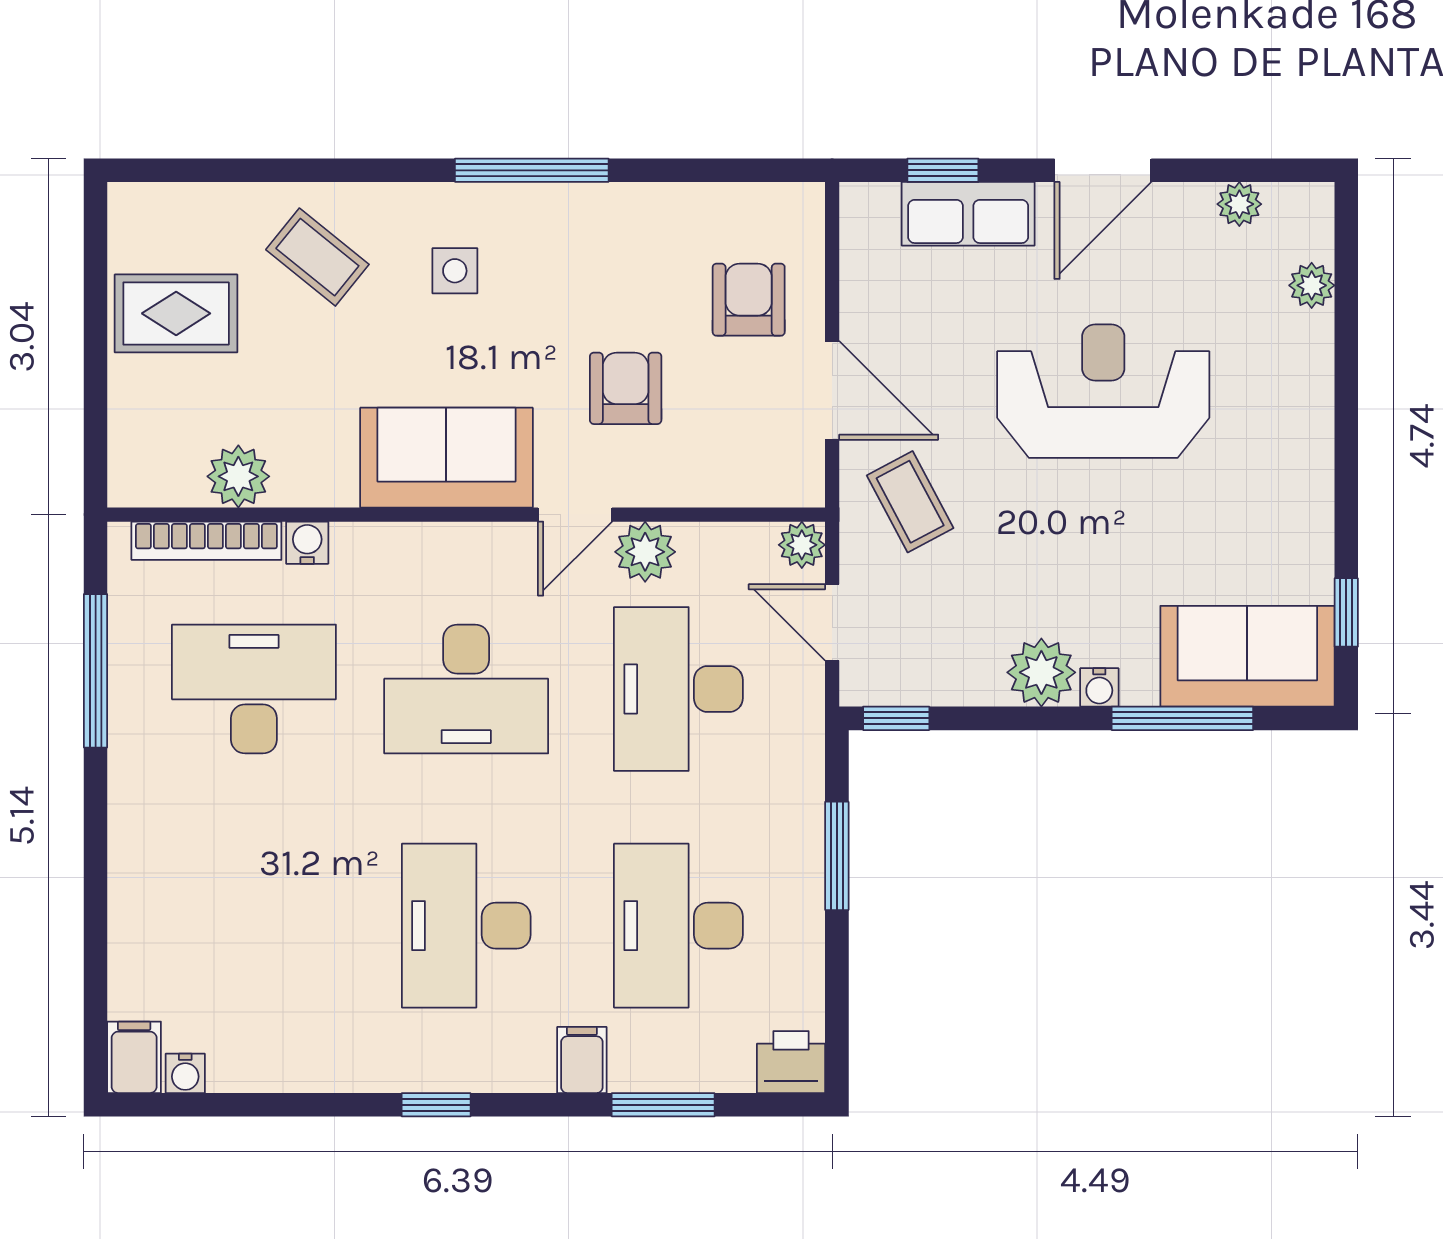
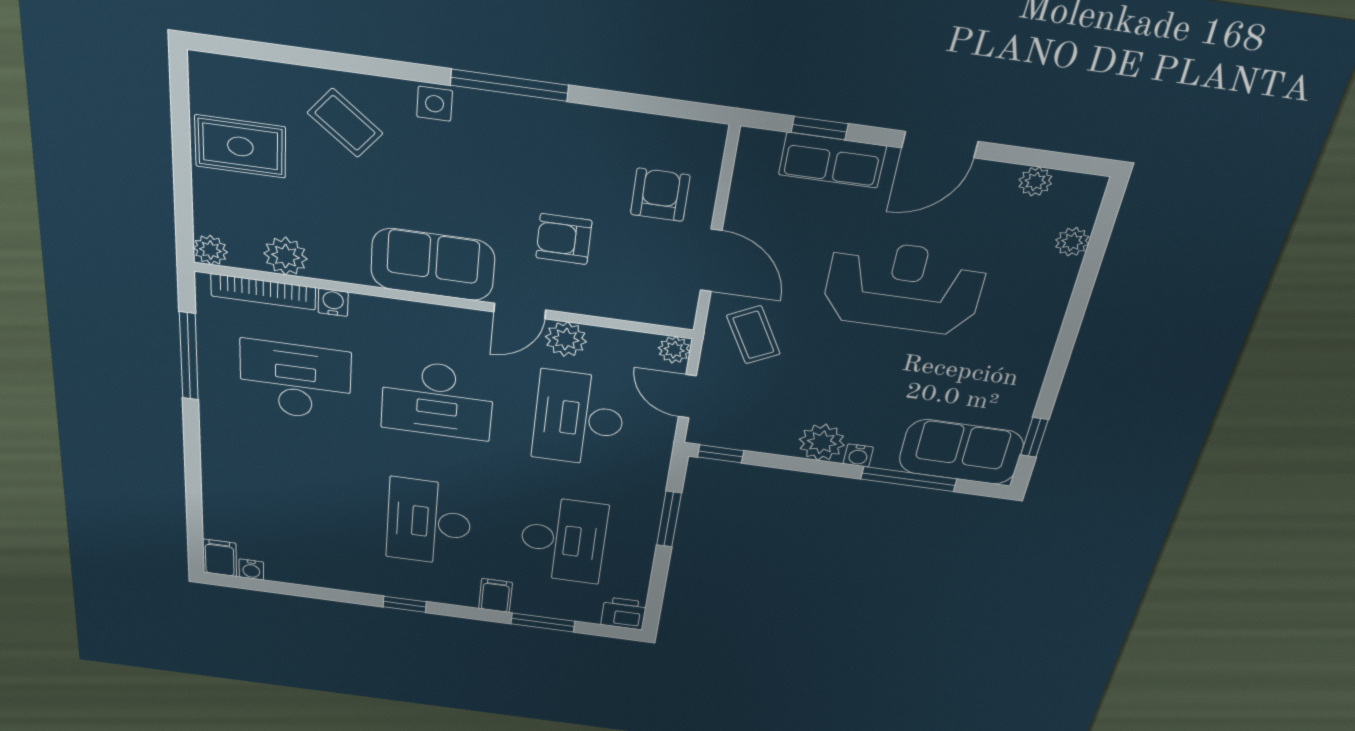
side table: (455, 271) -> (435, 104), moved
armchair: (626, 388) -> (564, 239), turned -90
plant: (132, 483) -> (210, 250), added
desk: (678, 926) -> (563, 540), turned 180

